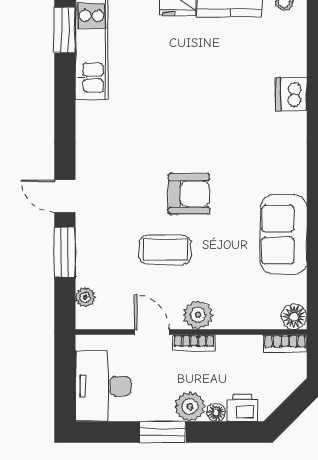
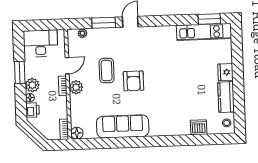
dishwasher: (291, 94) -> (199, 127), moved
sofa: (284, 234) -> (123, 126), width x1.36

